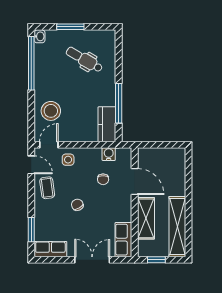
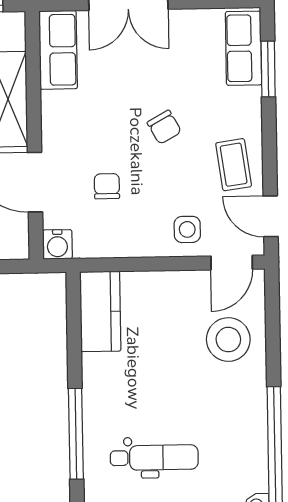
dental chair: (84, 60) -> (154, 458), turned -30
window: (119, 103) -> (76, 434), moved
water cooler: (109, 154) -> (57, 244), moved
row of seats: (50, 249) -> (243, 48), moved, turned 90

